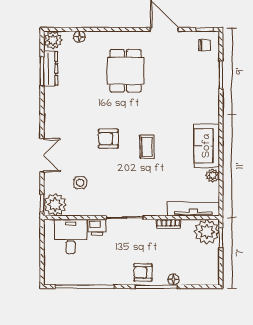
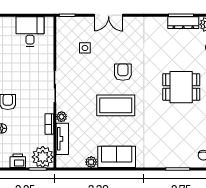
coffee table: (147, 147) -> (116, 105), width x1.86, depth x1.72
plant: (55, 205) -> (61, 117), moved, width x0.53, depth x0.53
tv unit: (193, 209) -> (62, 139), width x0.71
printer: (97, 227) -> (18, 161), moved, turned 90
desk: (71, 237) -> (30, 32), moved, turned -90

